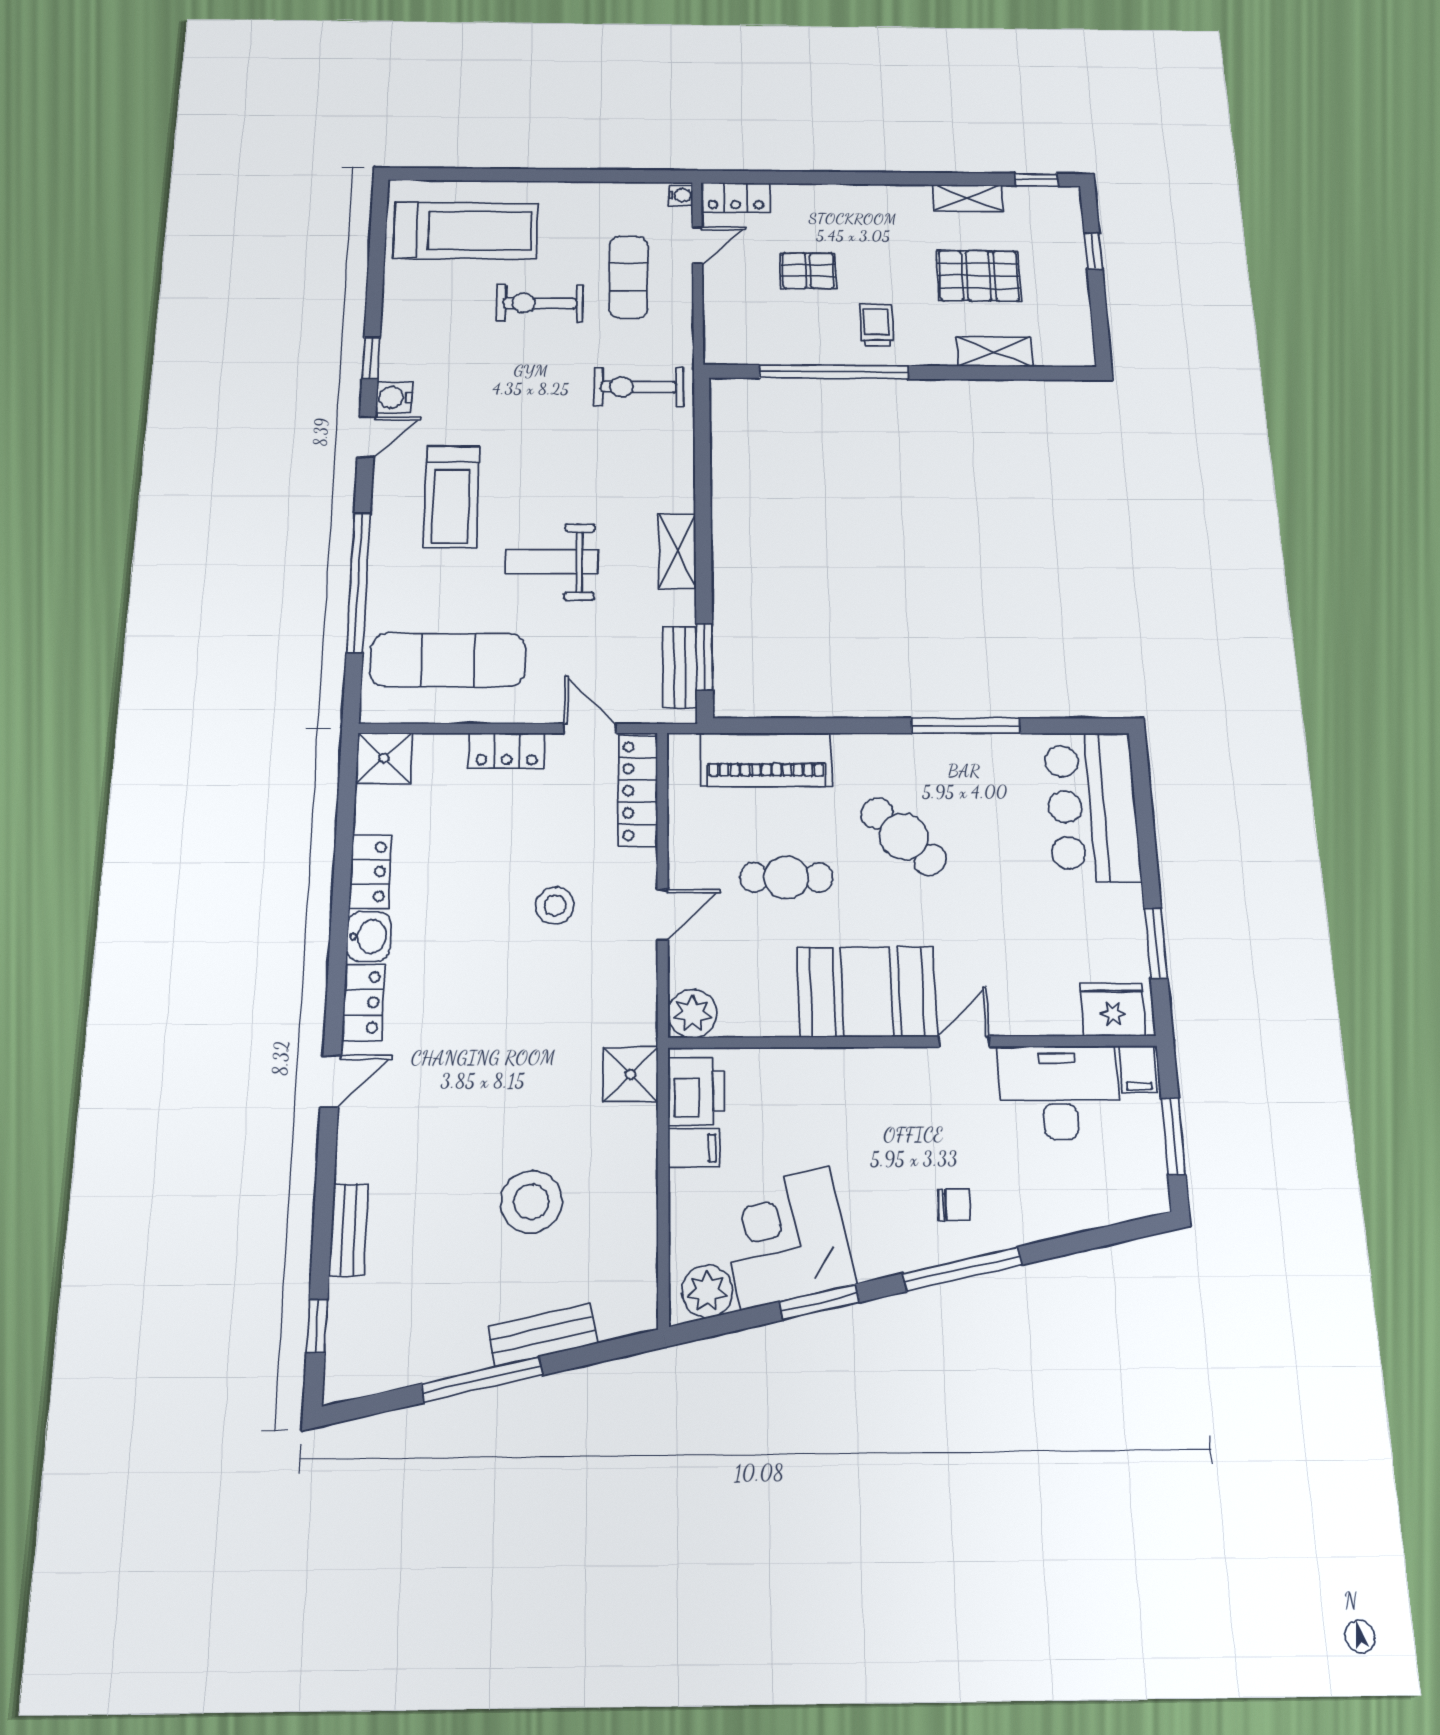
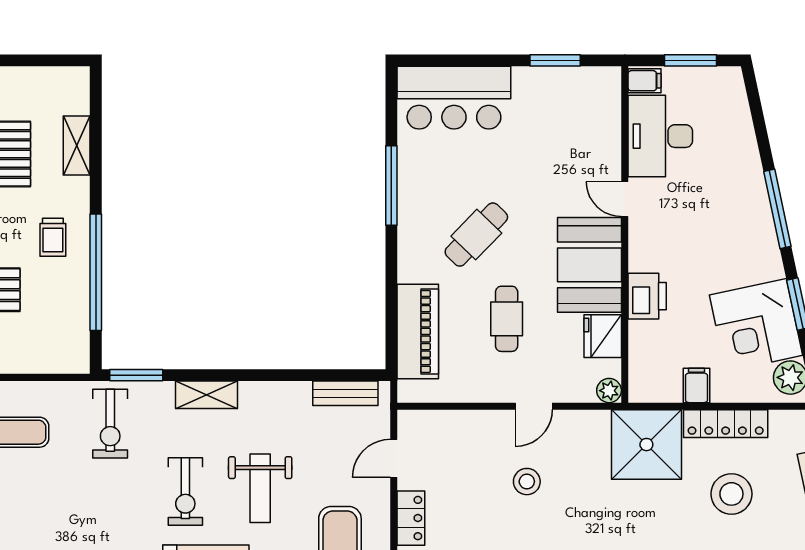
exercise bike: (540, 303) -> (185, 492), moved
trolley: (876, 325) -> (53, 237), turned -90
shelving: (677, 551) -> (207, 395), moved
window: (704, 657) -> (136, 375), moved
locker: (638, 791) -> (726, 424), moved
door: (663, 915) -> (534, 406), swing flipped
fridge: (1113, 1010) -> (603, 336), moved
plant: (692, 1014) -> (609, 391), width x0.73, depth x0.73
shower: (630, 1074) -> (646, 445), width x1.86, depth x1.86
printer: (696, 1091) -> (647, 296), moved, turned 90
chair: (954, 1205) -> (735, 212), removed

